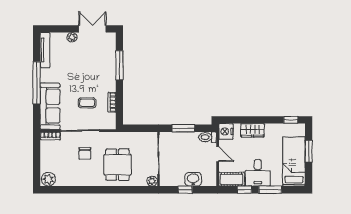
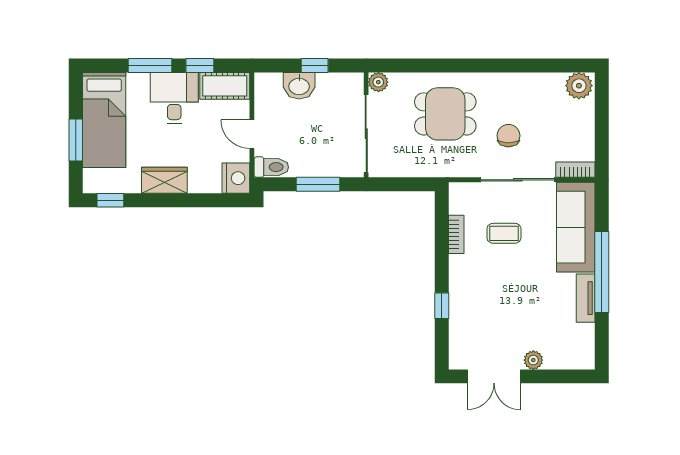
tv unit: (45, 50) -> (586, 298), moved, width x0.71
window: (119, 65) -> (442, 306), width x0.46
wardrobe: (252, 130) -> (164, 180), moved
dining table: (118, 165) -> (445, 114), turned 90

